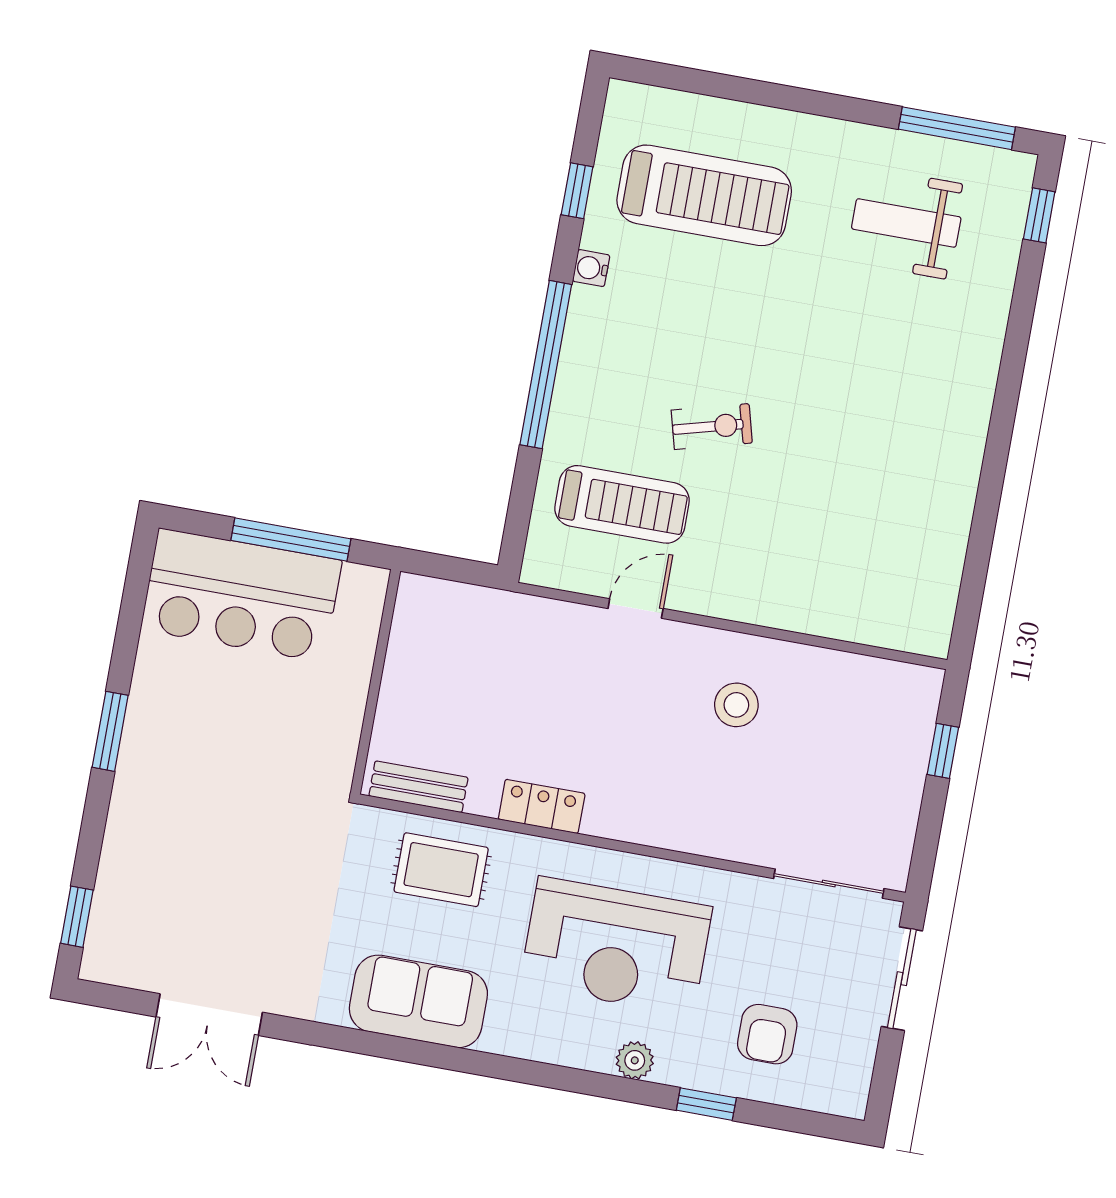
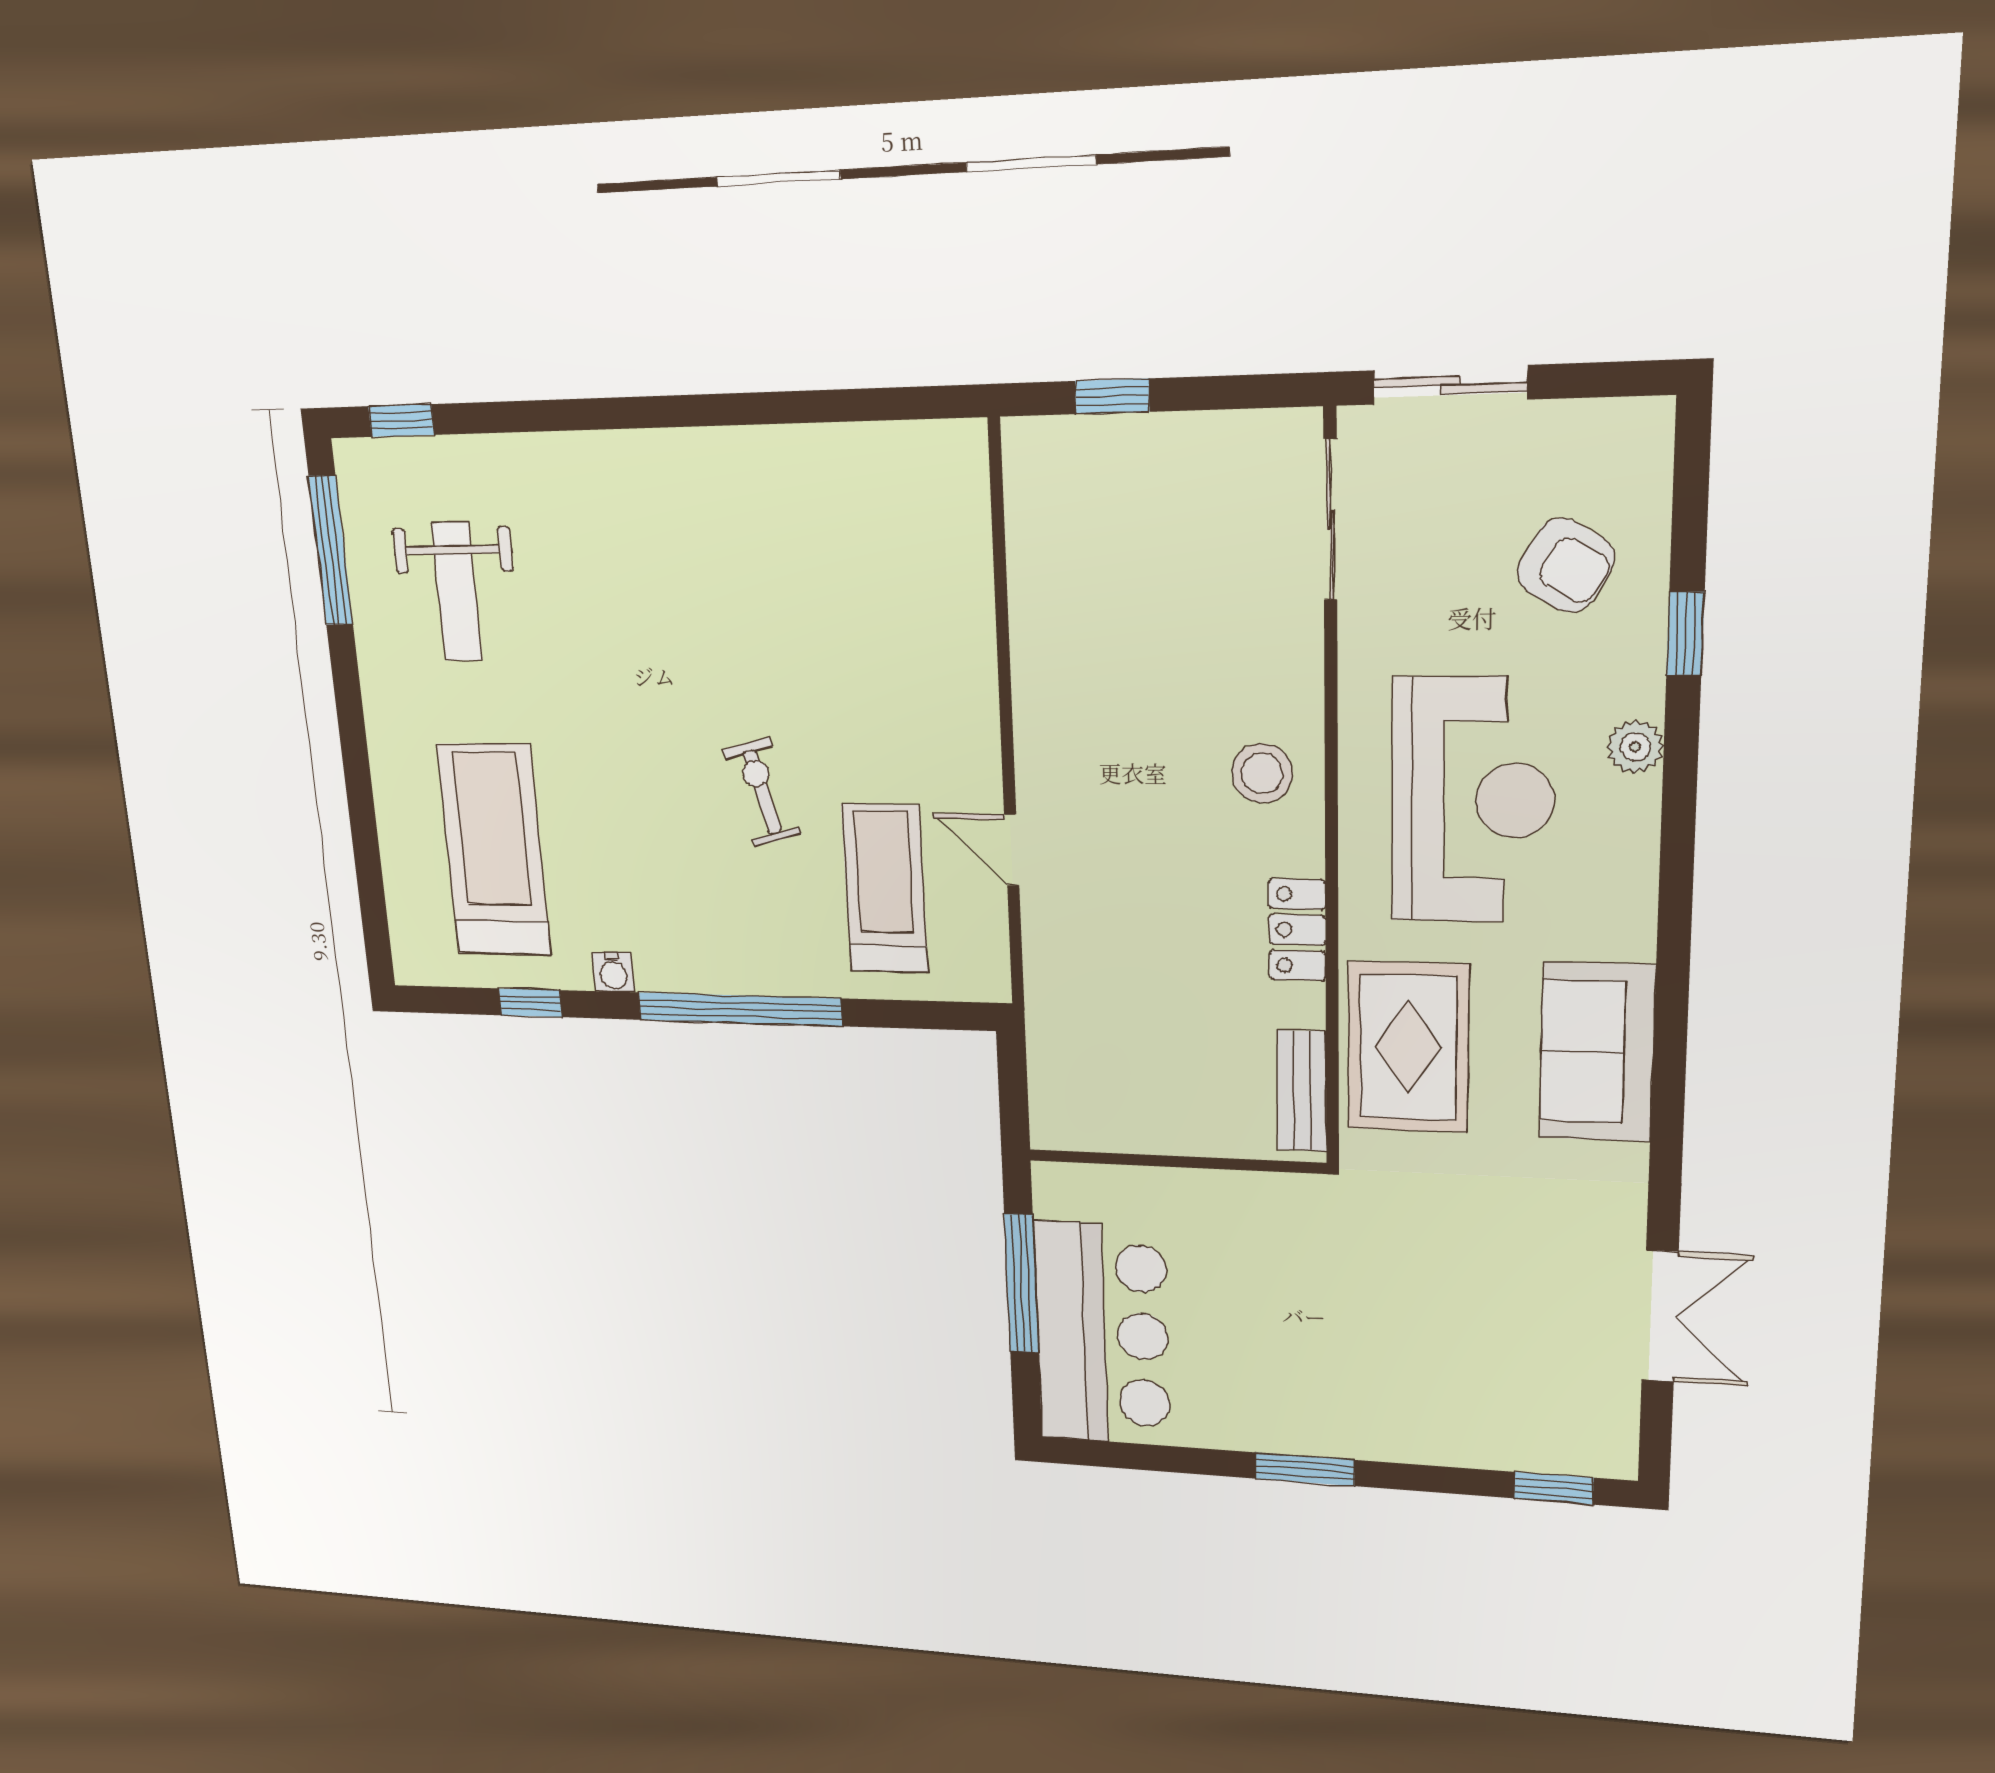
stool: (736, 705) -> (1262, 773), moved
rug: (441, 870) -> (1408, 1047), width x1.36, depth x1.43
armchair: (767, 1034) -> (1566, 565), turned 31

